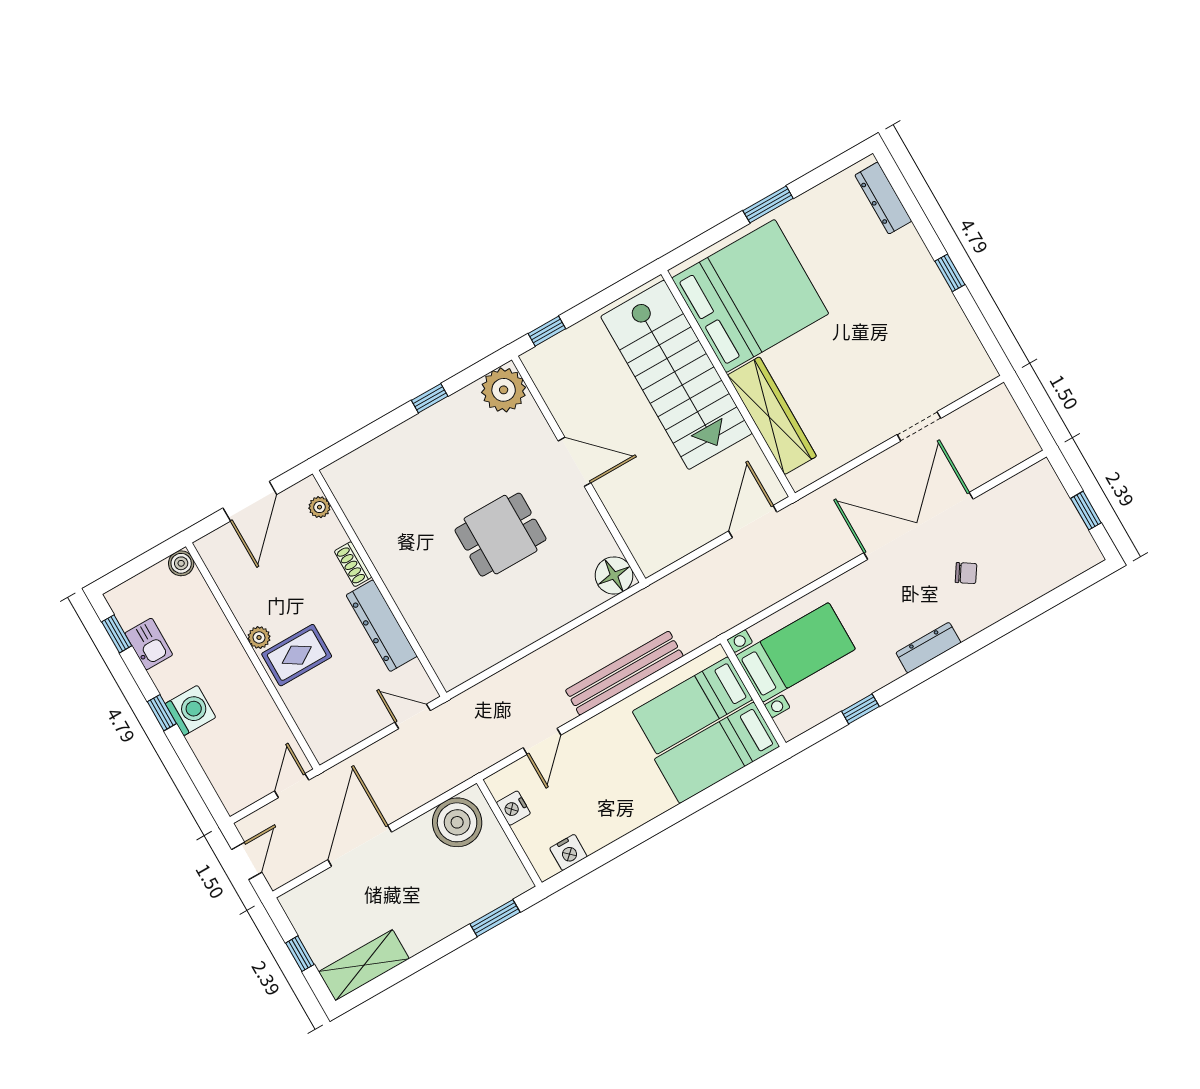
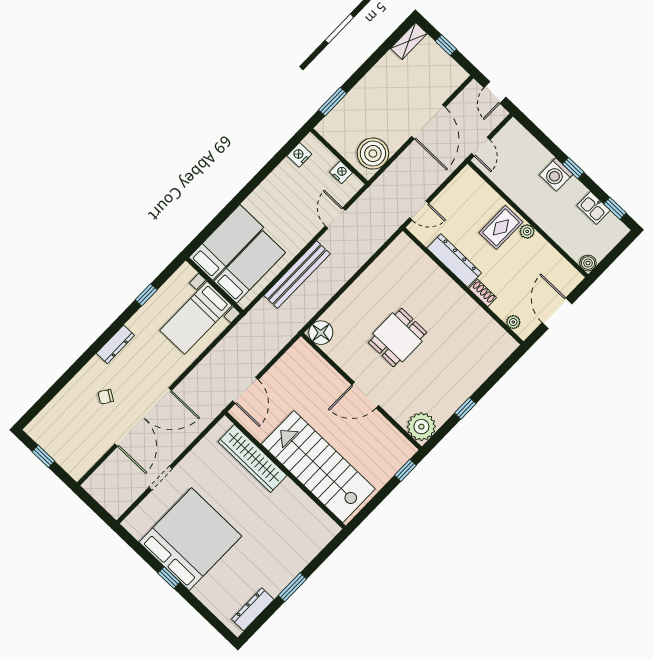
dresser: (883, 198) -> (253, 609), moved, turned -90
bed: (750, 296) -> (190, 539), moved, turned 180
shelving: (364, 965) -> (409, 41), width x0.67, depth x0.75

